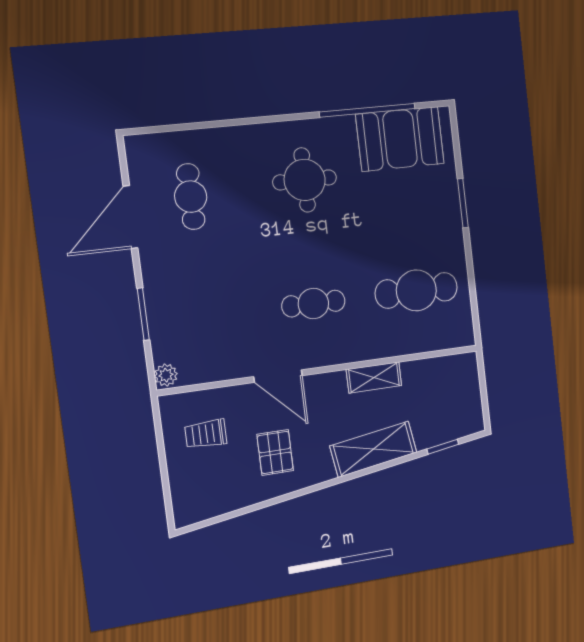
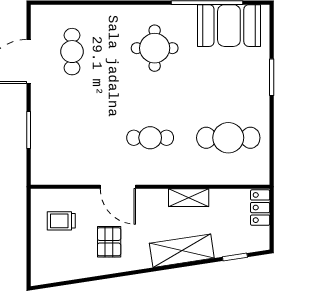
plant: (166, 375) -> (39, 175), removed
locker: (467, 377) -> (260, 208), added

